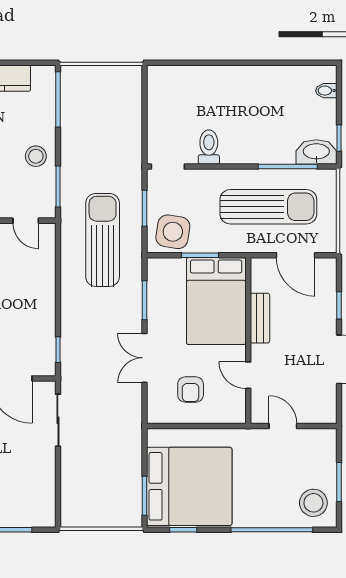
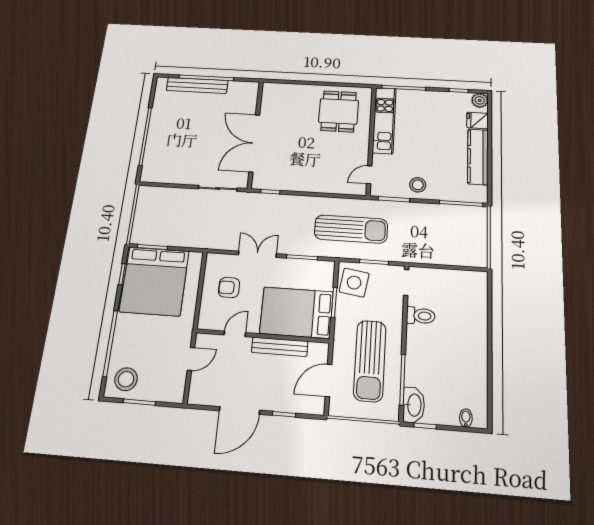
bench: (260, 318) -> (280, 347), width x1.36

